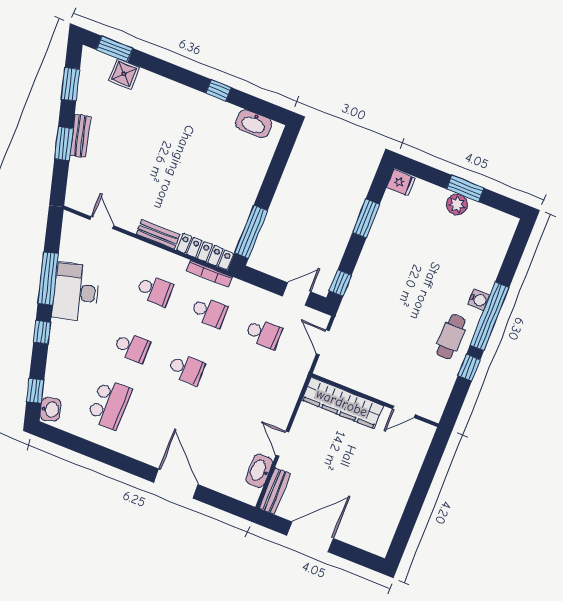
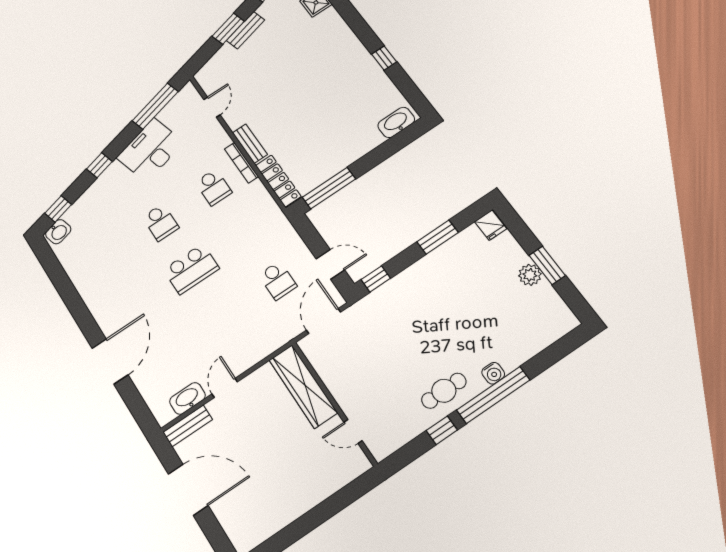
washbasin: (254, 124) -> (396, 122), moved, turned 90
bookcase: (209, 274) -> (241, 163), moved
window: (48, 279) -> (155, 106), moved
school desk: (209, 312) -> (245, 233), removed
door: (323, 342) -> (324, 321), width x1.38
school desk: (186, 369) -> (191, 269), width x1.85
school desk: (109, 404) -> (107, 258), removed

